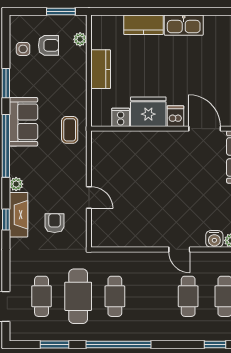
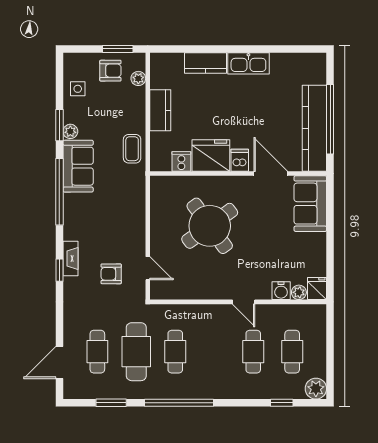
armchair: (48, 45) -> (110, 71), moved
coffee table: (70, 130) -> (132, 149), moved
round table: (147, 178) -> (210, 226), added
plant: (16, 184) -> (70, 131), moved
door: (89, 198) -> (148, 268), moved
fireplace: (18, 215) -> (70, 259), width x0.73, depth x0.76
armchair: (55, 223) -> (111, 274), turned -90

